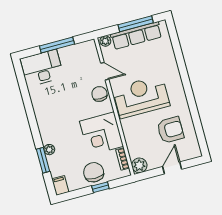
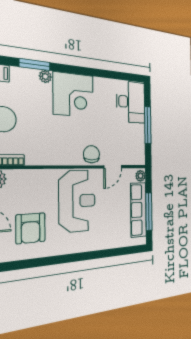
chair: (99, 94) -> (91, 154), turned -90
corner desk: (102, 134) -> (73, 95), moved, turned 180

